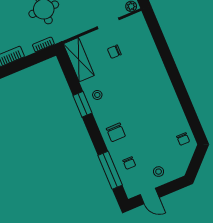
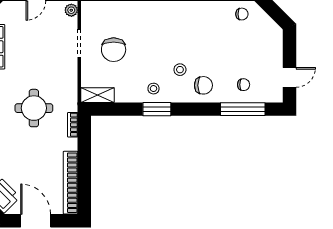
chair: (114, 52) -> (114, 50), width x1.87, depth x1.87
shelving: (79, 60) -> (98, 95), width x0.67, depth x0.75
stool: (159, 172) -> (180, 70), moved

